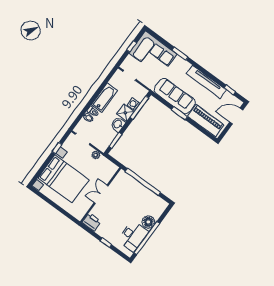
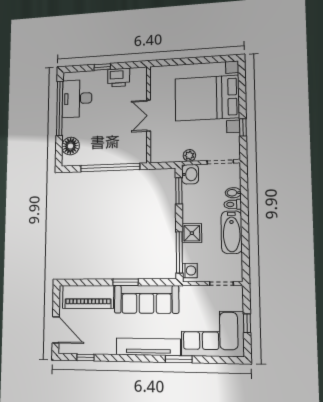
tv unit: (206, 82) -> (148, 347), moved
washing machine: (134, 104) -> (190, 271), moved
door: (236, 116) -> (56, 330), hinge flipped
washbasin: (118, 124) -> (190, 174), moved
double door: (101, 194) -> (149, 116), swing flipped
printer: (92, 222) -> (119, 78), moved
floor lamp: (148, 222) -> (70, 146), moved

